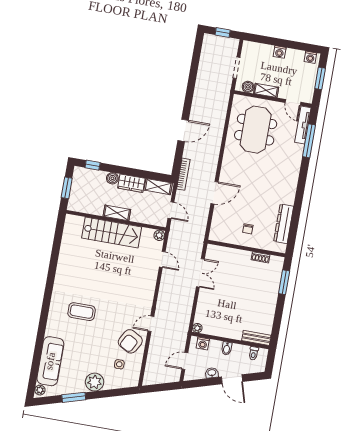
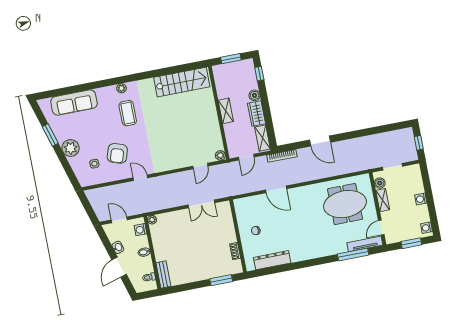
stairs: (112, 233) -> (182, 82), moved, turned -90
armchair: (130, 341) -> (117, 153), moved, turned -101
plant: (40, 390) -> (121, 88), moved

